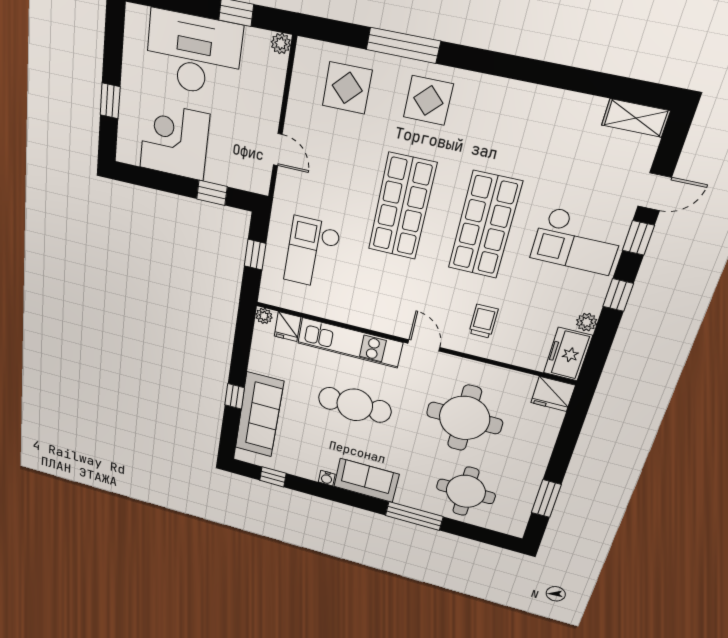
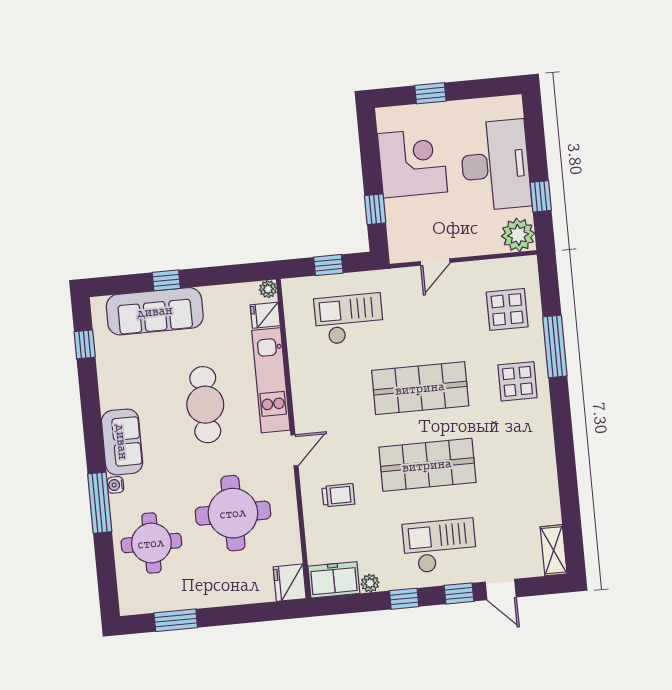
plant: (281, 43) -> (518, 235), width x1.88, depth x1.88
checkout: (577, 241) -> (440, 546), turned 90
water cooler: (327, 478) -> (115, 485), moved

